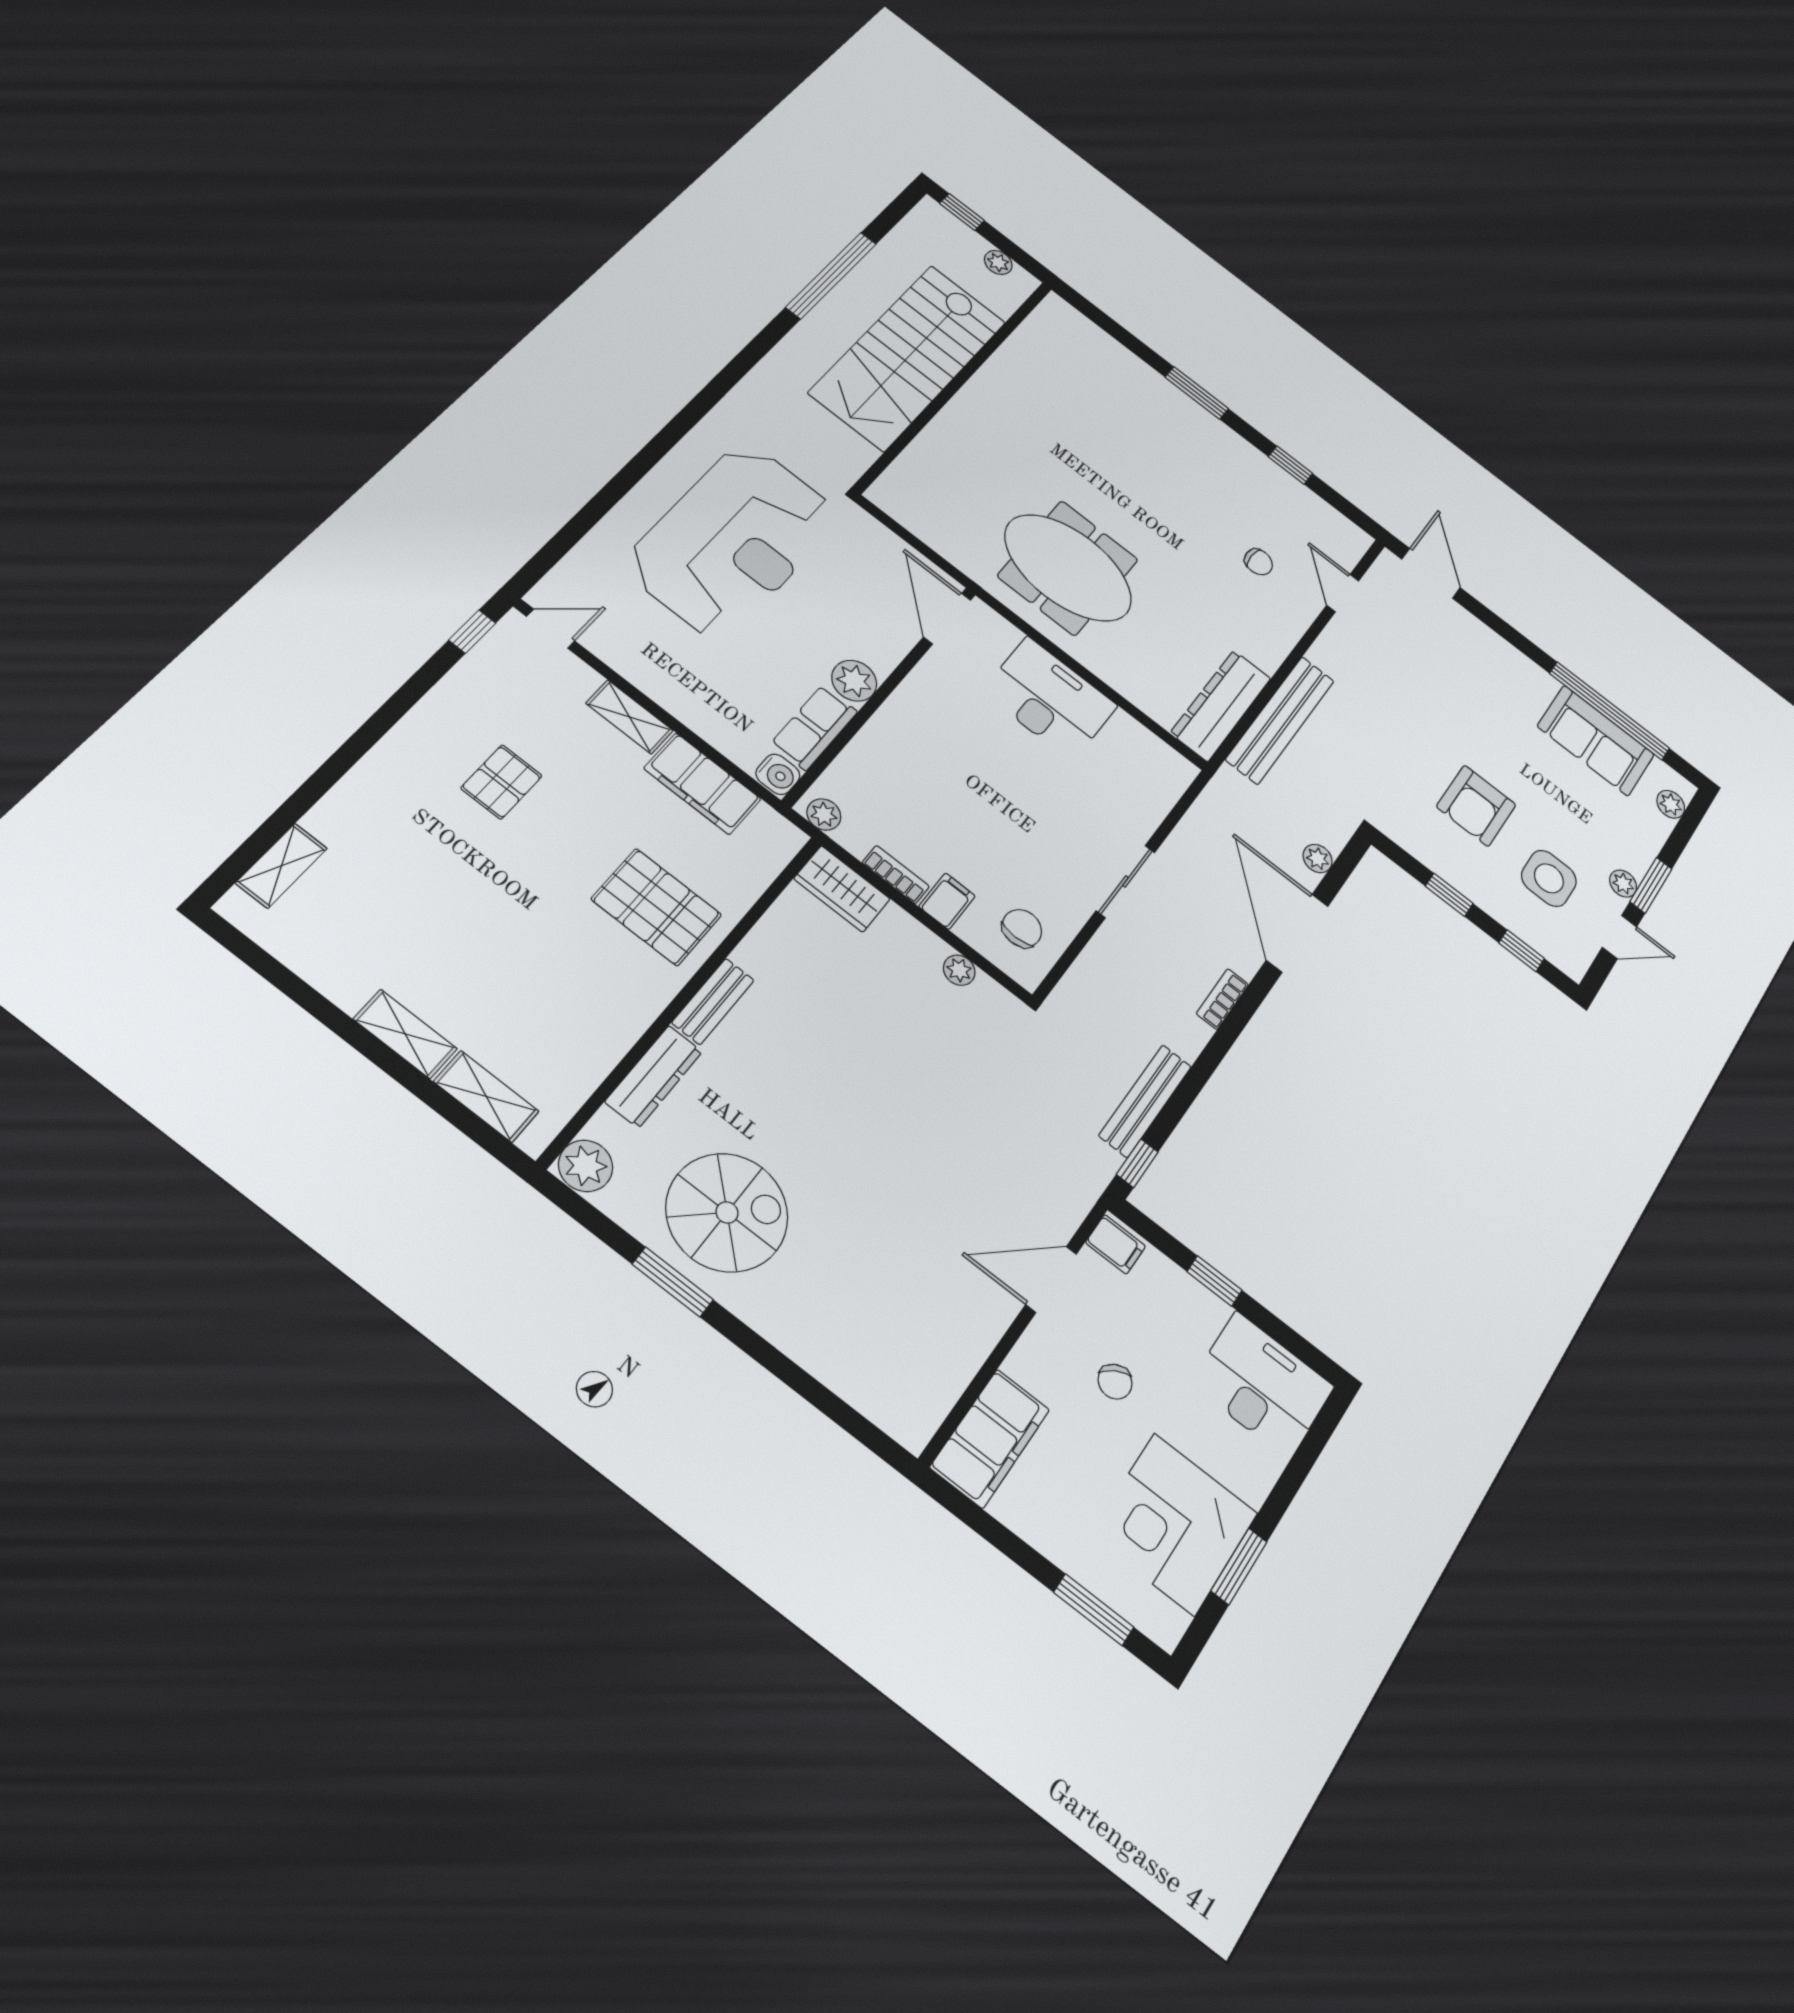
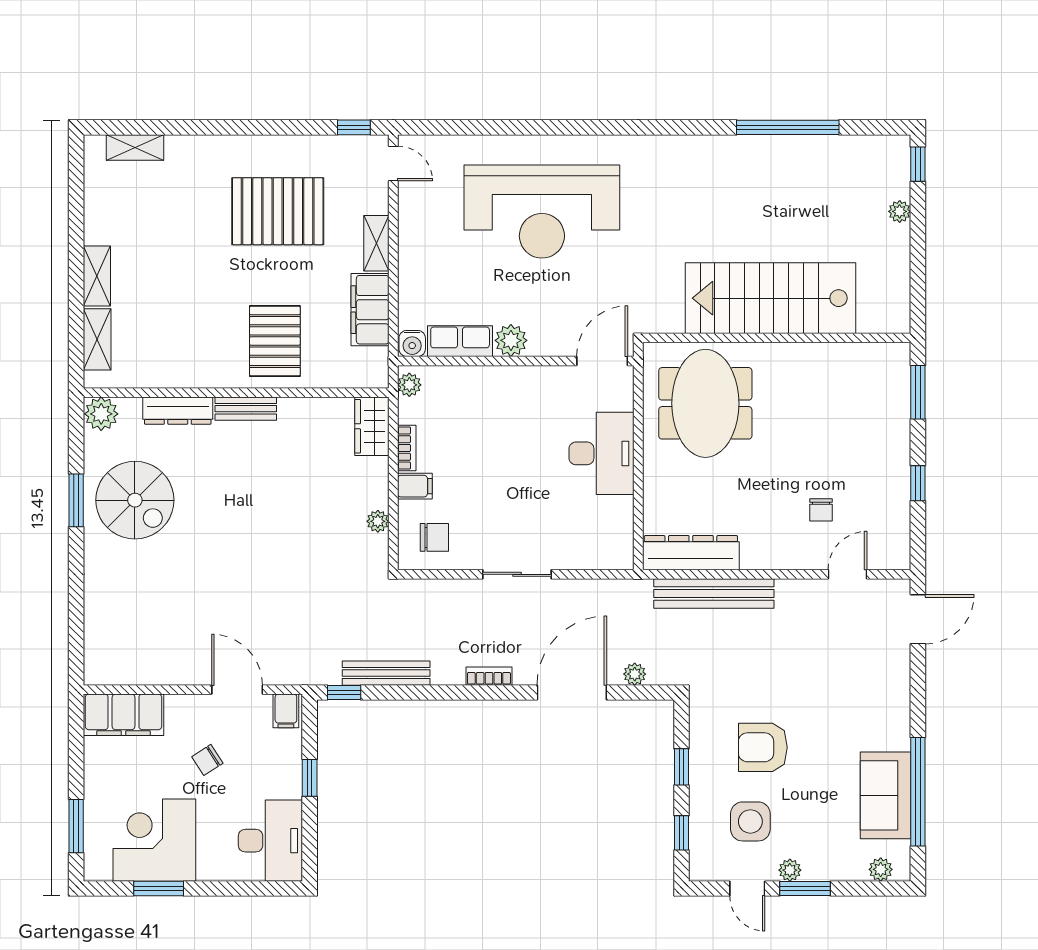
stairs: (908, 357) -> (770, 298), moved
wall: (955, 385) -> (777, 338), moved
pallet: (501, 782) -> (278, 211), width x2.05, depth x2.00

